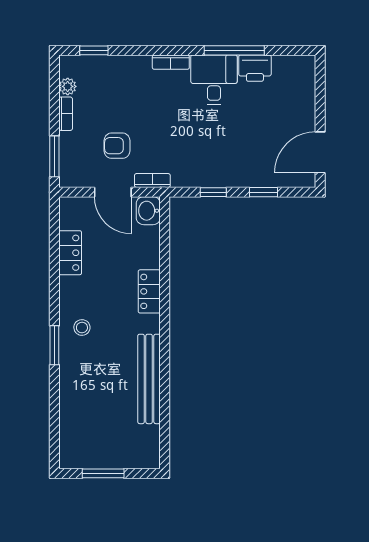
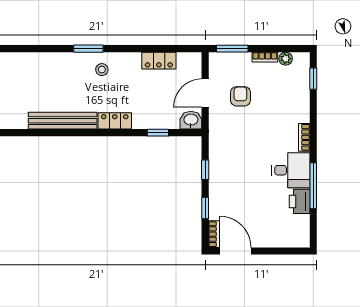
bookcase: (152, 180) -> (214, 234), moved
window: (165, 254) -> (158, 133), added
locker: (149, 291) -> (115, 121), moved

